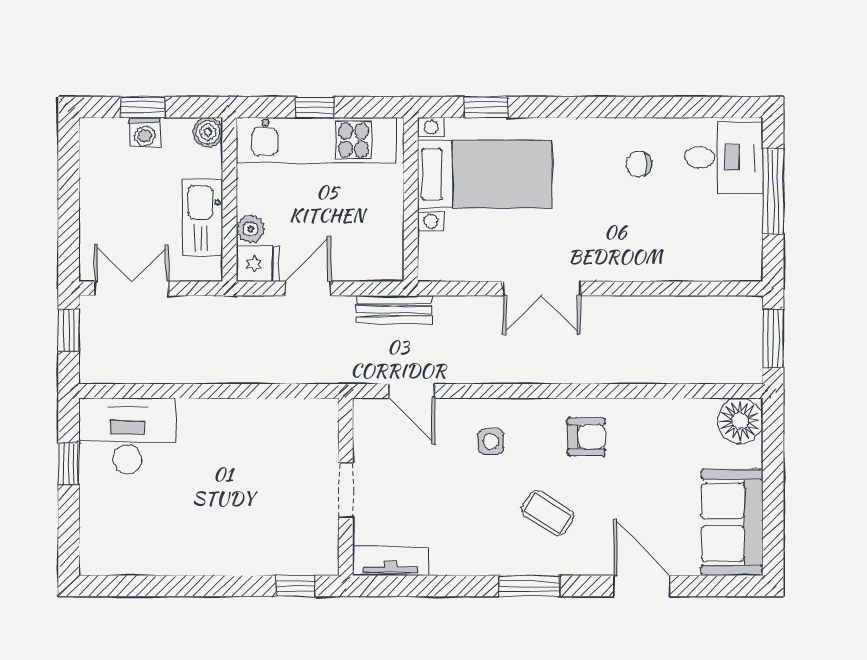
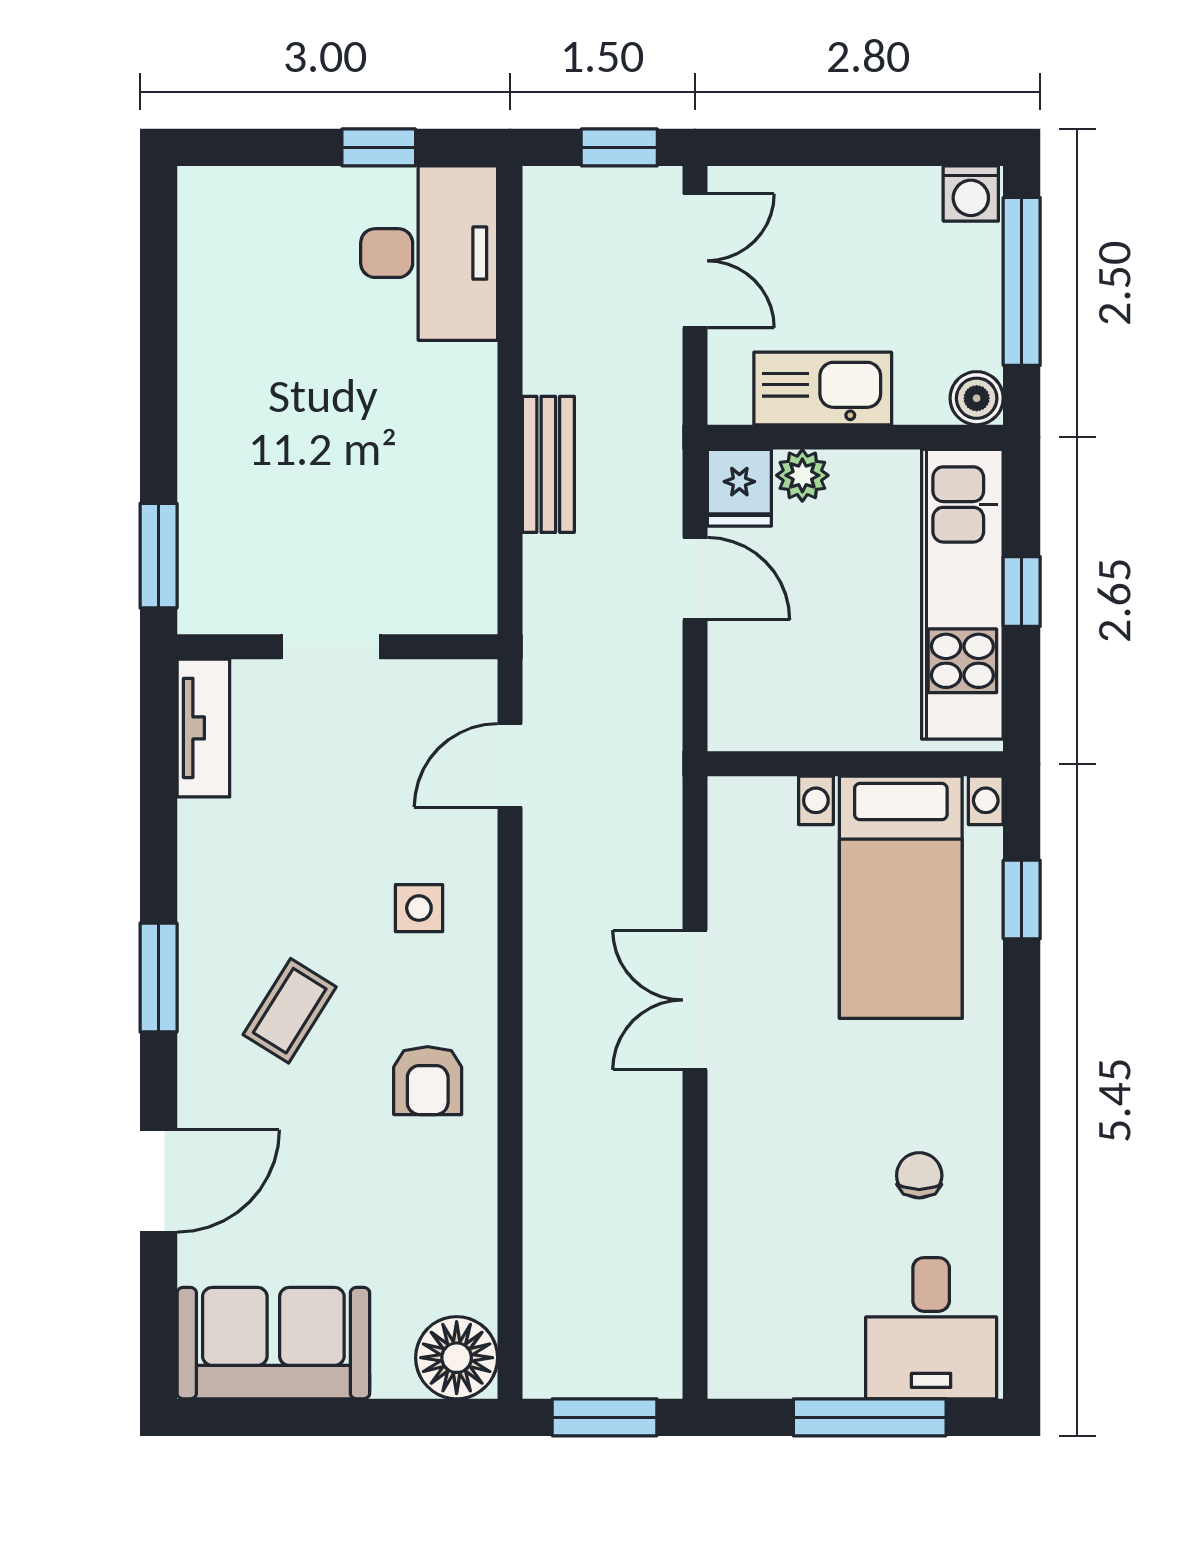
window: (143, 107) -> (1022, 281), width x2.17
washing machine: (145, 133) -> (971, 193), moved, turned -90
bench: (394, 310) -> (548, 464), moved
window: (295, 586) -> (159, 556), width x1.50

